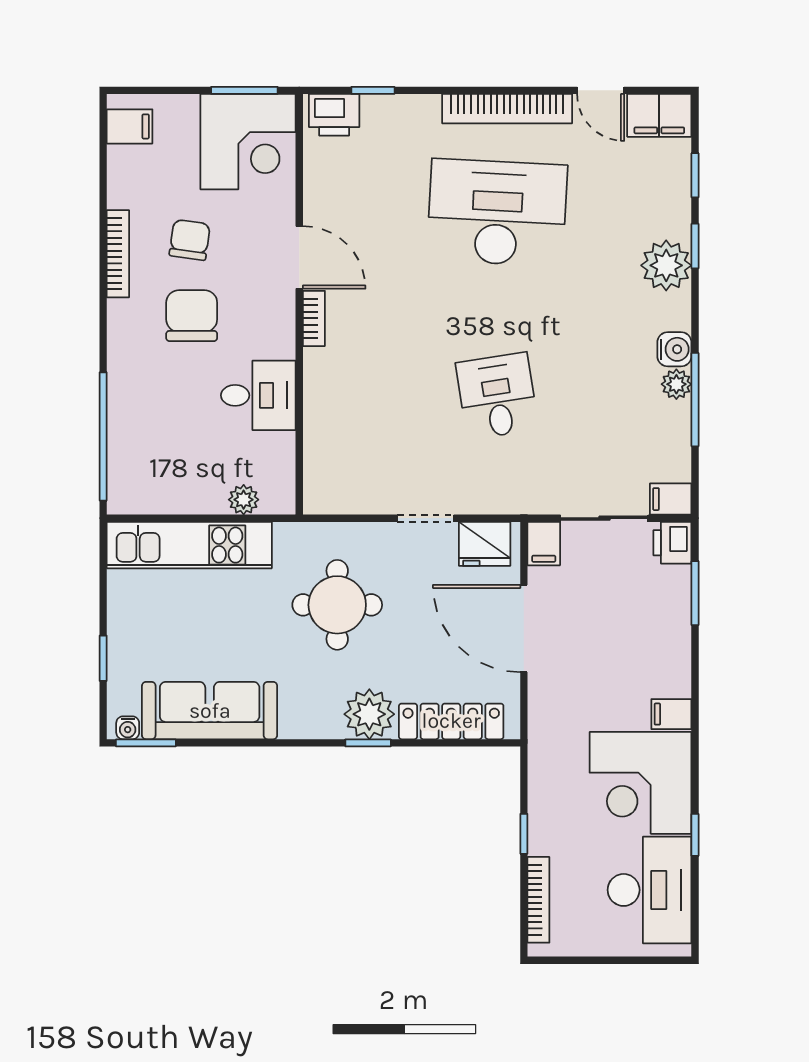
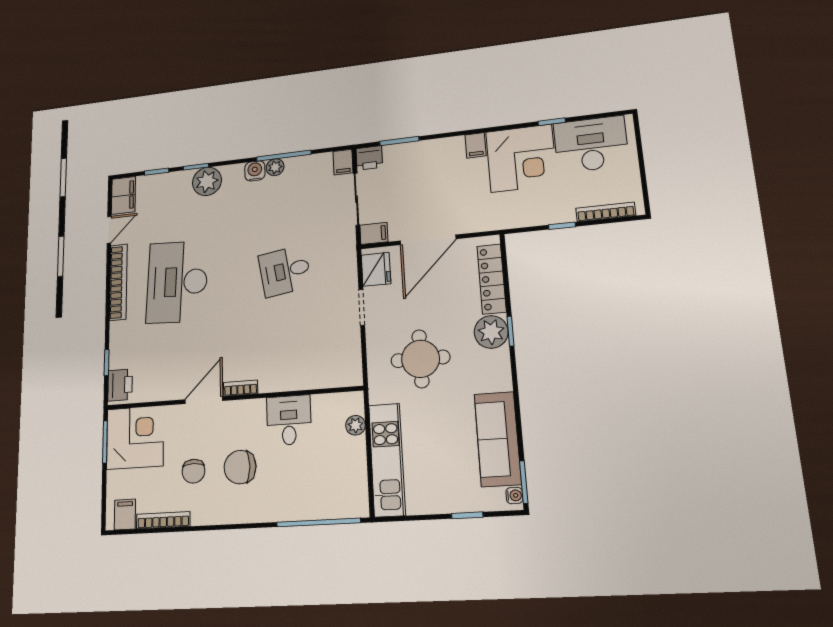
chair: (190, 240) -> (193, 471), turned -98
bookcase: (118, 254) -> (163, 520), moved

